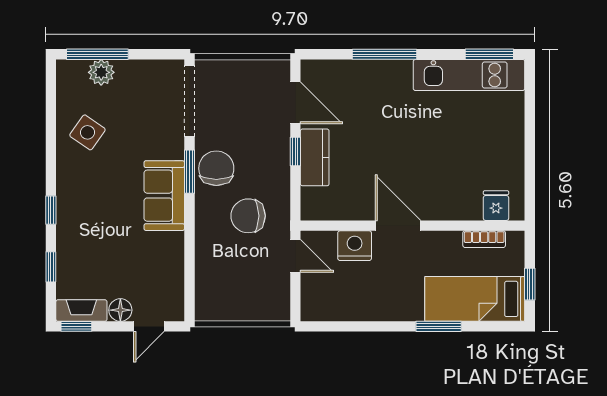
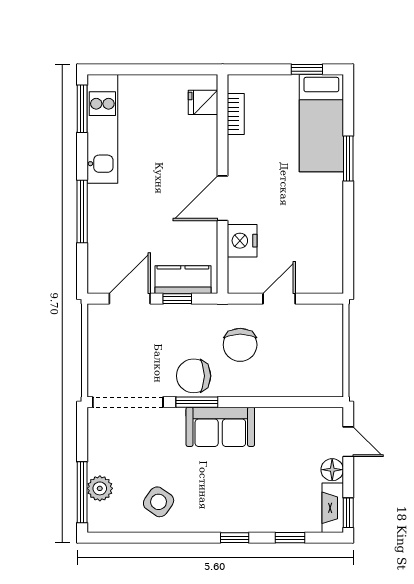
fridge: (496, 206) -> (203, 102), moved
door: (398, 226) -> (223, 198), moved
wall: (413, 226) -> (223, 184), moved
bookcase: (484, 239) -> (236, 114), moved
nightstand: (355, 246) -> (242, 241), moved

